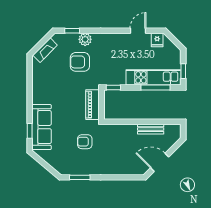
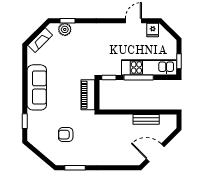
plant: (85, 39) -> (65, 29), moved
armchair: (80, 62) -> (75, 52), removed
window: (156, 87) -> (139, 78), moved
sofa: (42, 127) -> (37, 87), moved
armchair: (85, 142) -> (66, 135), moved

